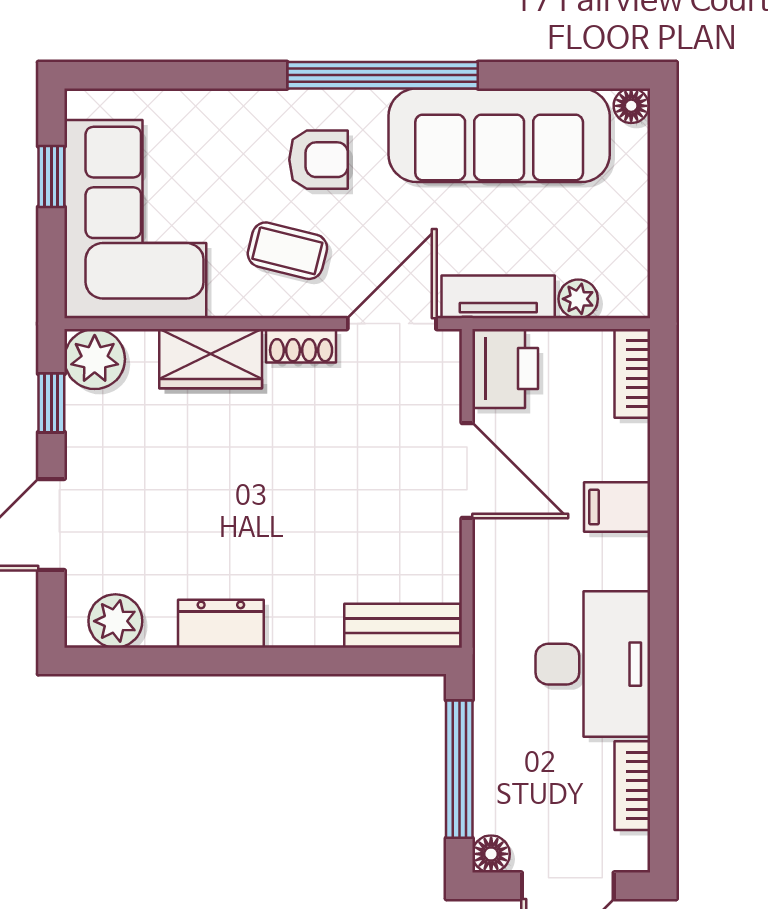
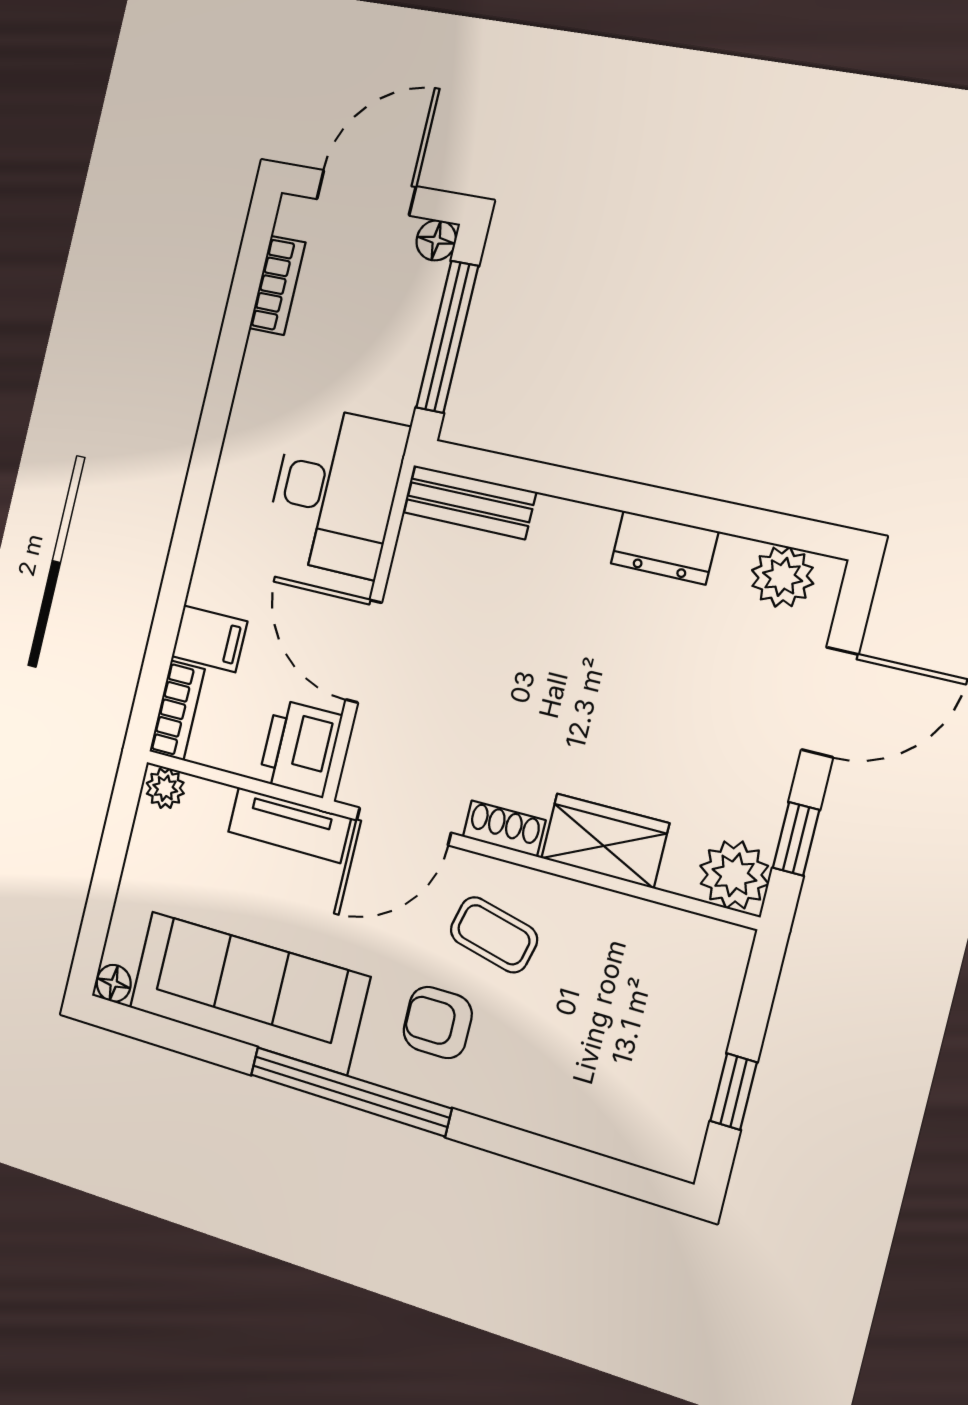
corner sofa: (135, 219) -> (651, 1017), removed
plant: (578, 299) -> (165, 788), moved
filing cabinet: (617, 507) -> (209, 639), moved
desk: (593, 664) -> (335, 491), moved, turned 180

